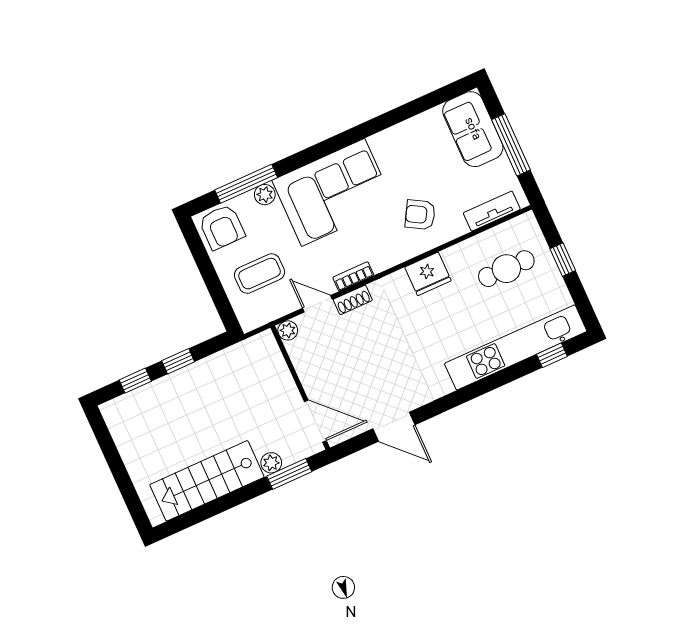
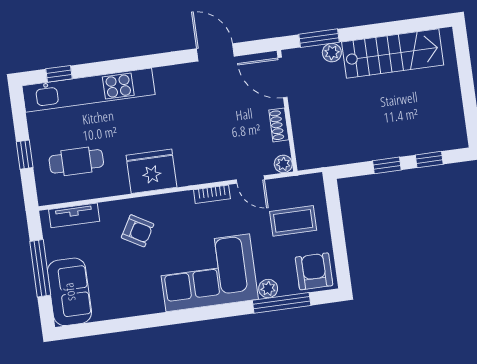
fridge: (428, 274) -> (151, 171), width x1.36, depth x1.34
shoe rack: (353, 300) -> (279, 125), moved, turned -90

